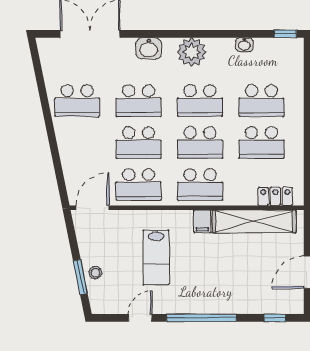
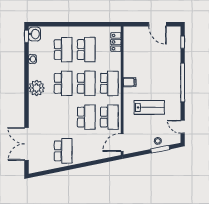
washbasin: (149, 48) -> (35, 34), moved
school desk: (139, 101) -> (63, 117), removed
door: (93, 208) -> (122, 142), hinge flipped
shelving: (254, 221) -> (130, 54), removed
door: (140, 318) -> (183, 127), moved

